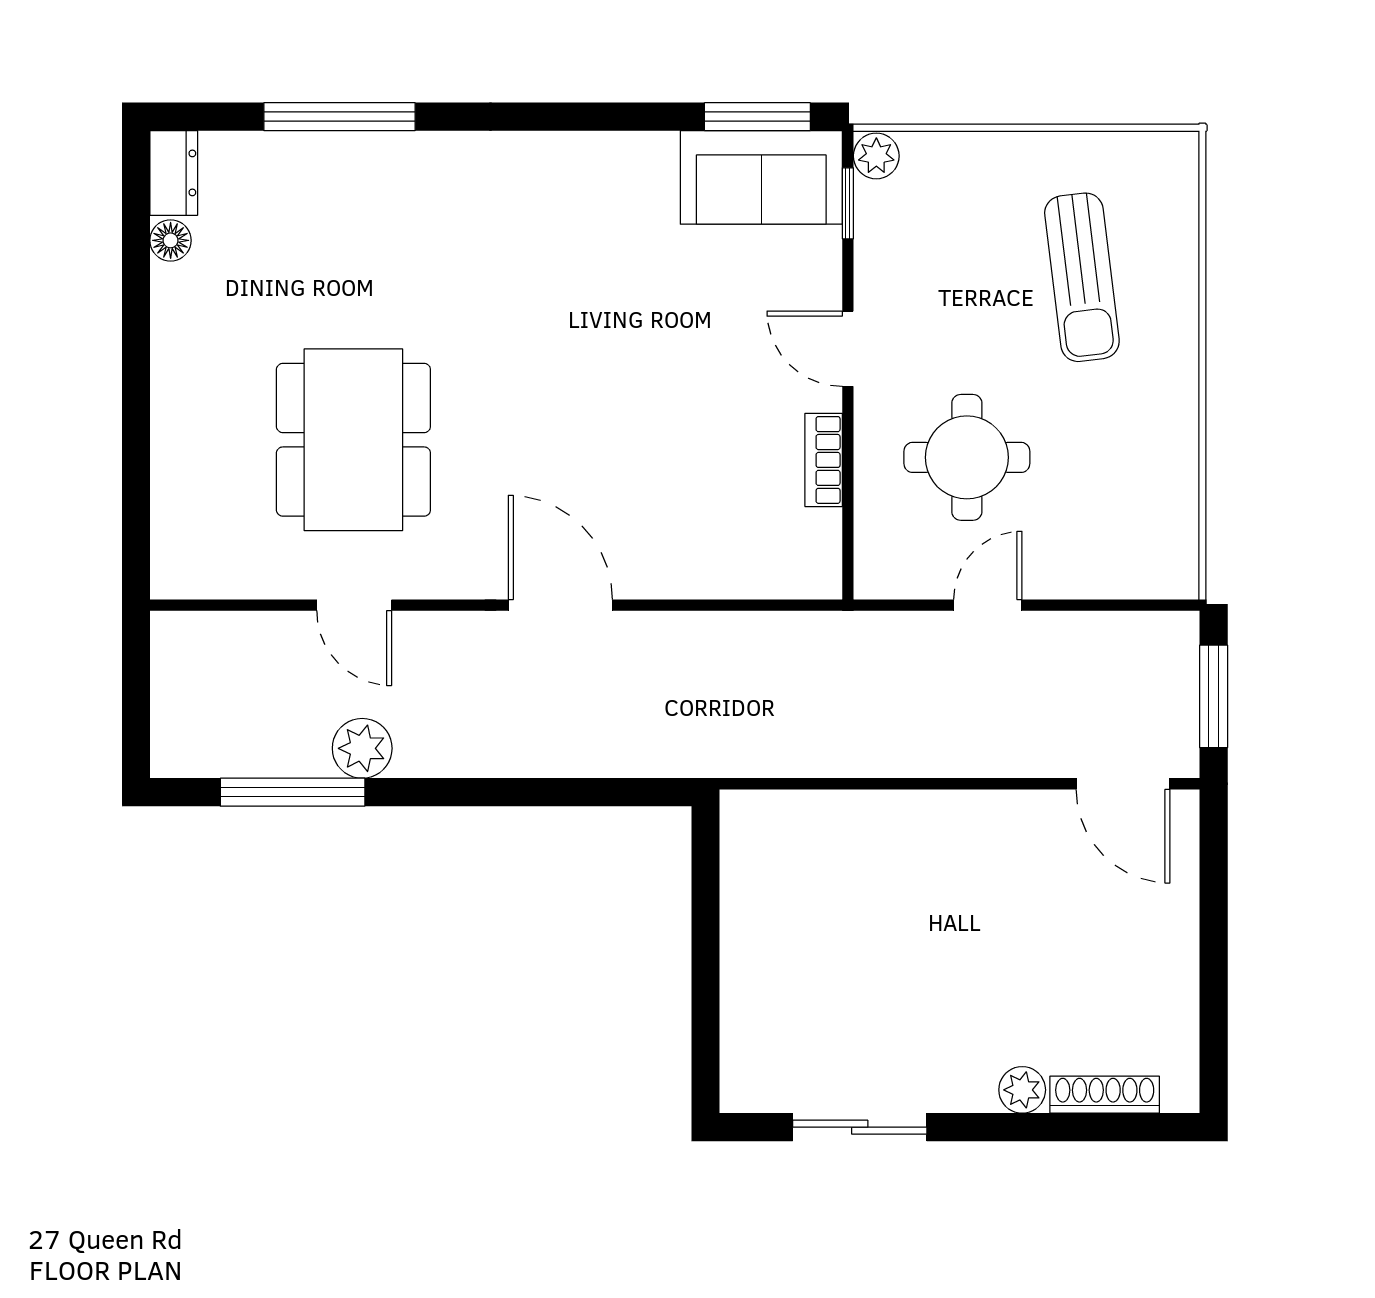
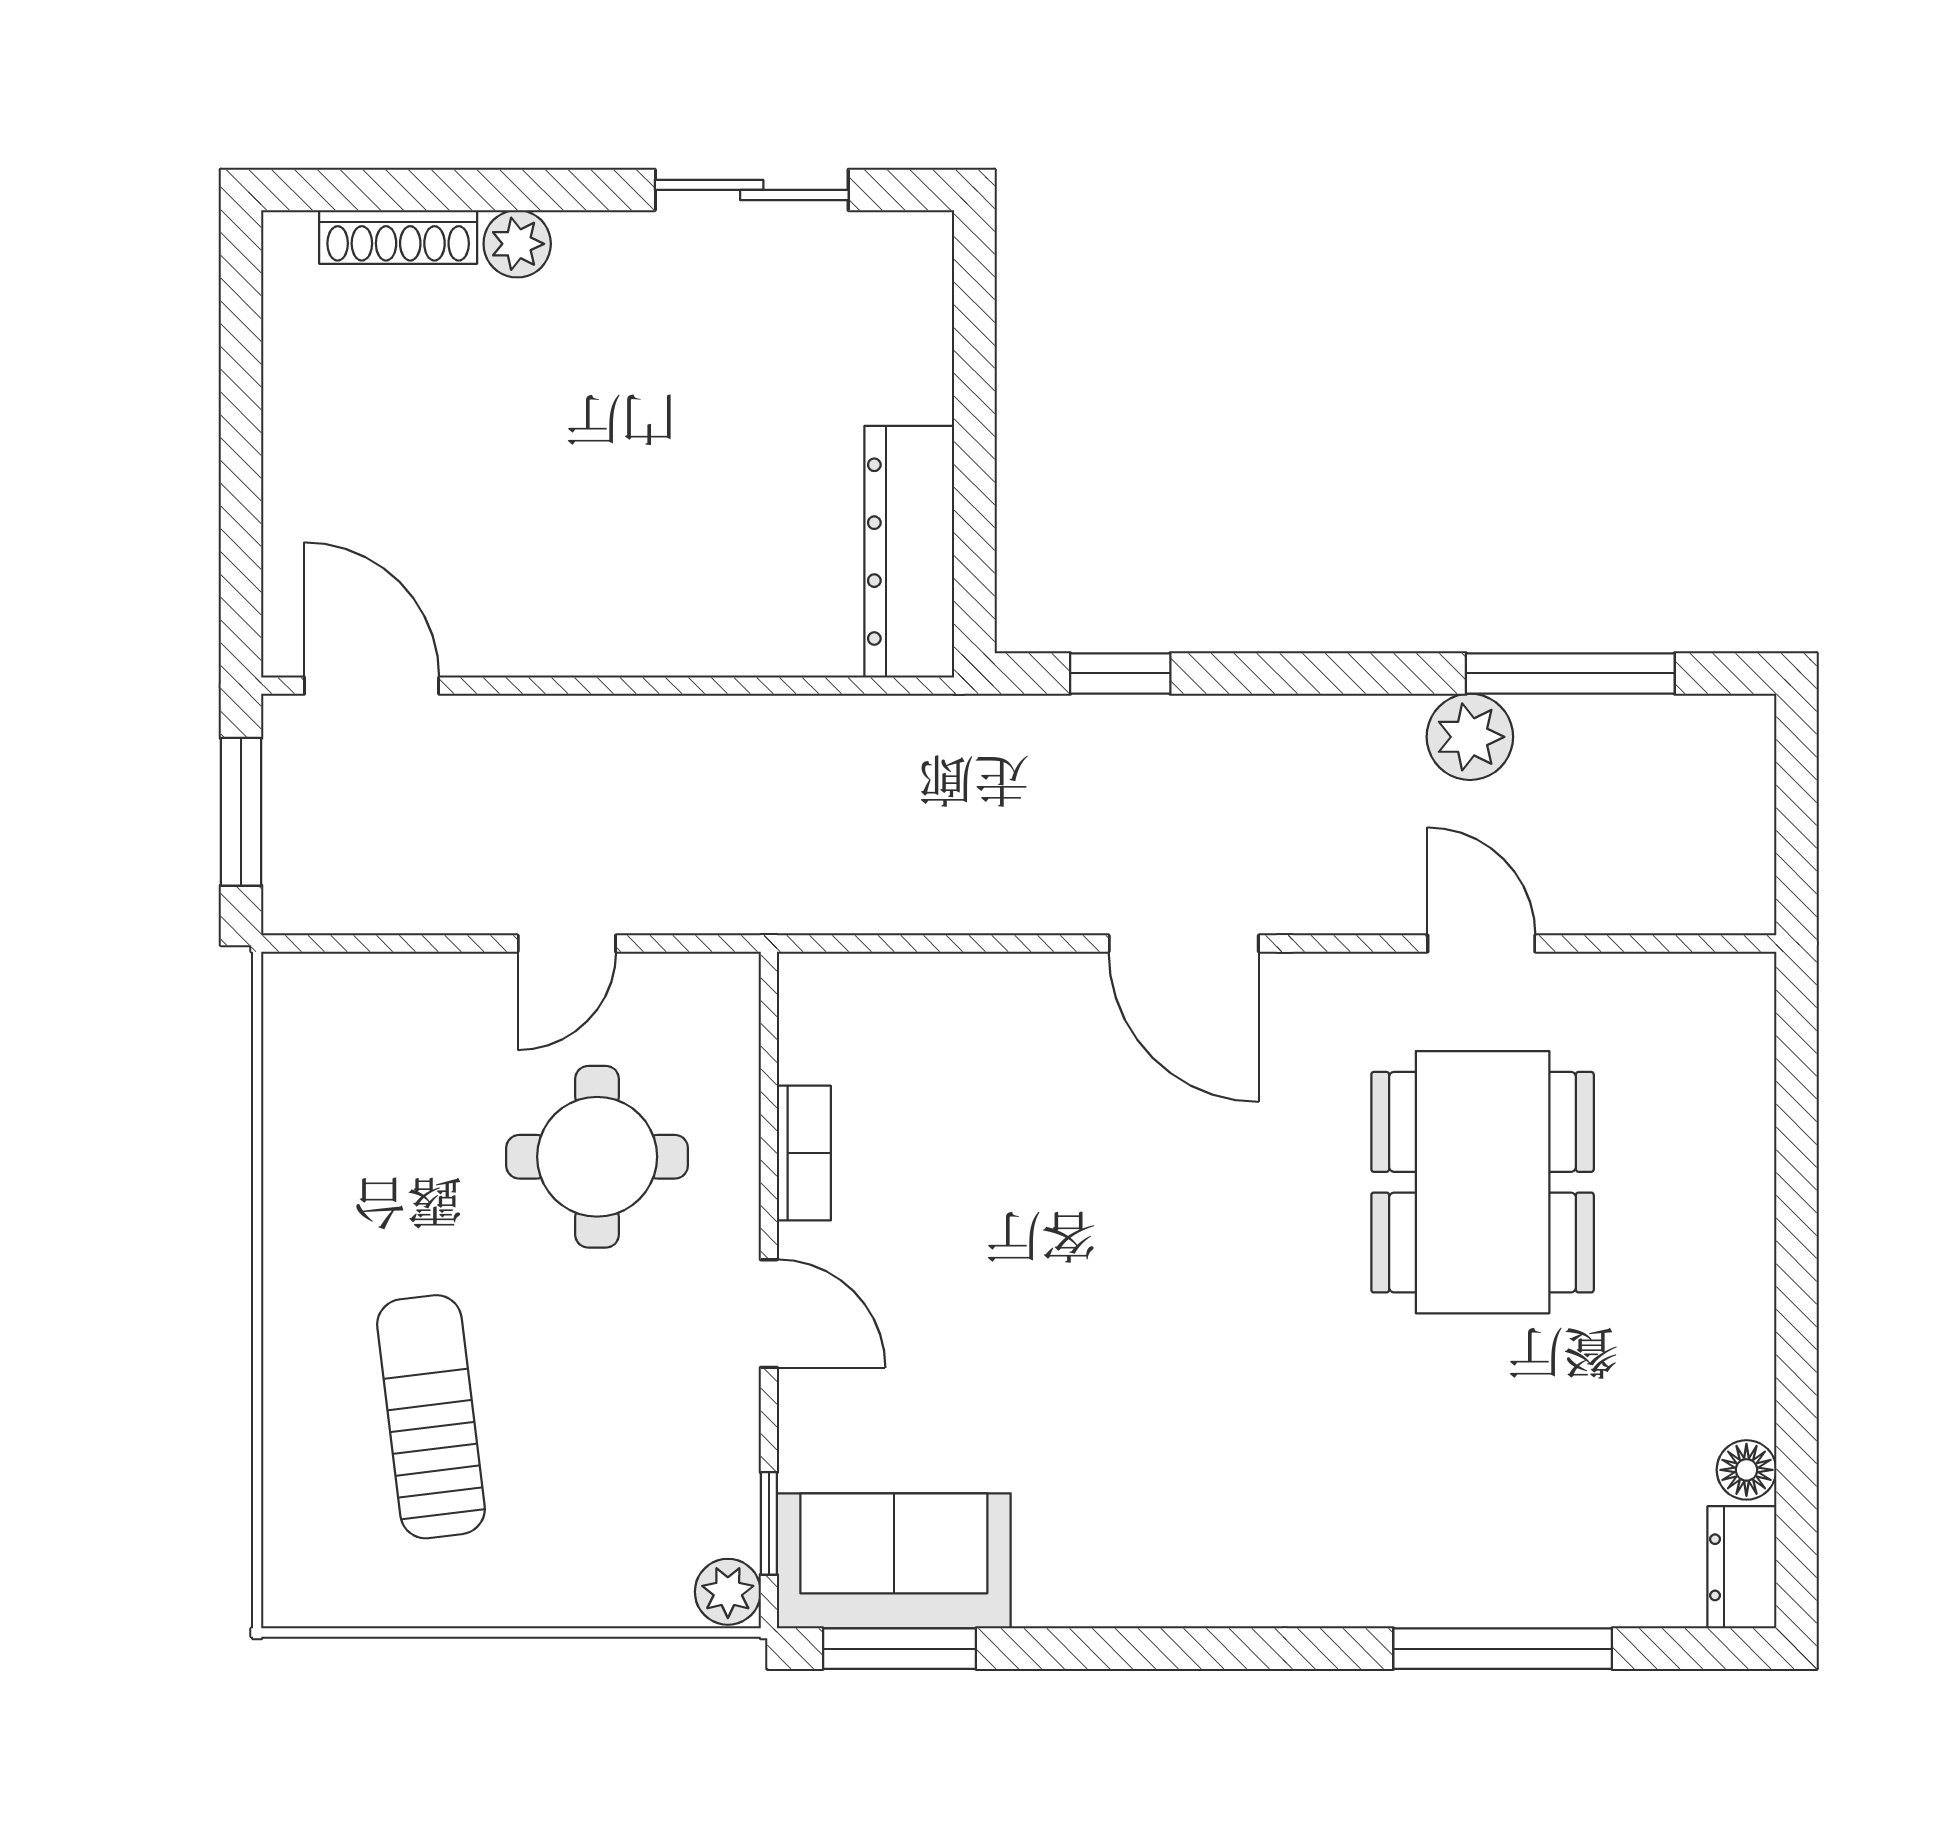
window: (604, 792) -> (1120, 673), added
dresser: (751, 877) -> (909, 552), added

